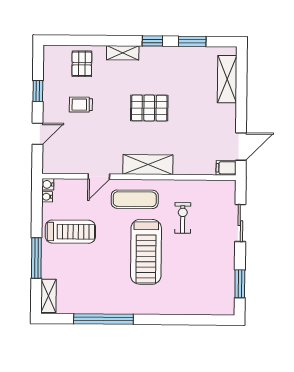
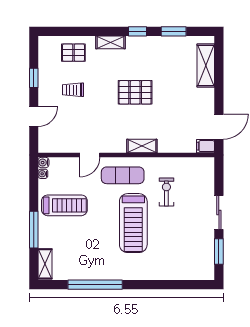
pallet: (82, 64) -> (73, 53), turned 90
shelving: (148, 165) -> (142, 146), width x0.67, depth x0.75
sliding door: (240, 223) -> (219, 212), moved

